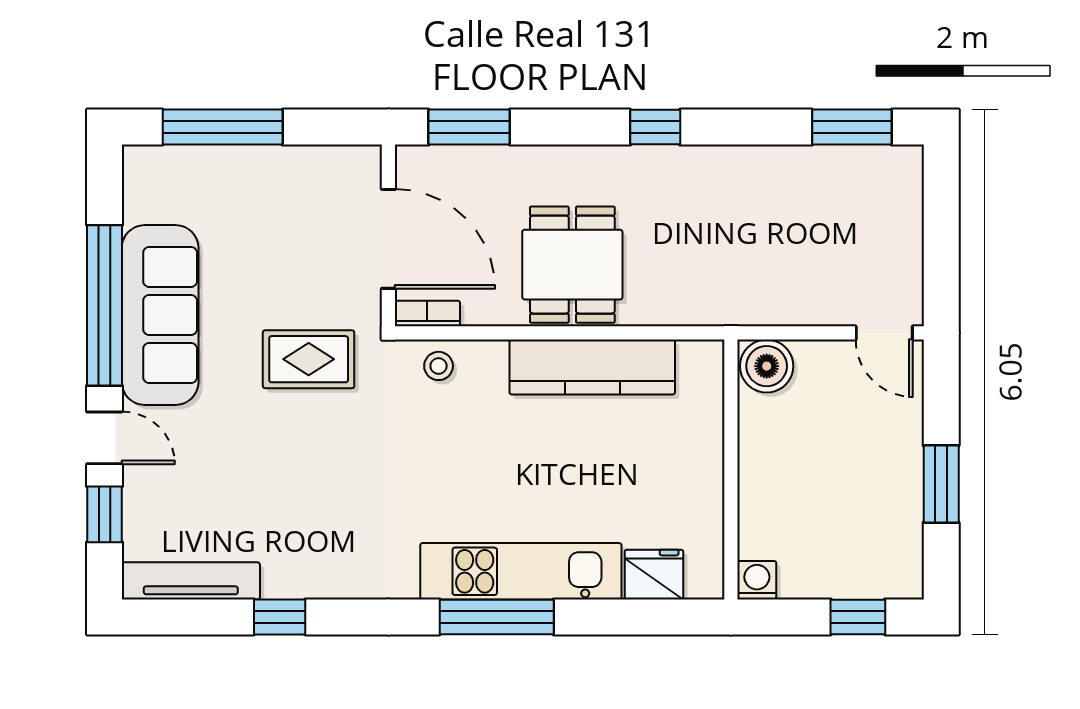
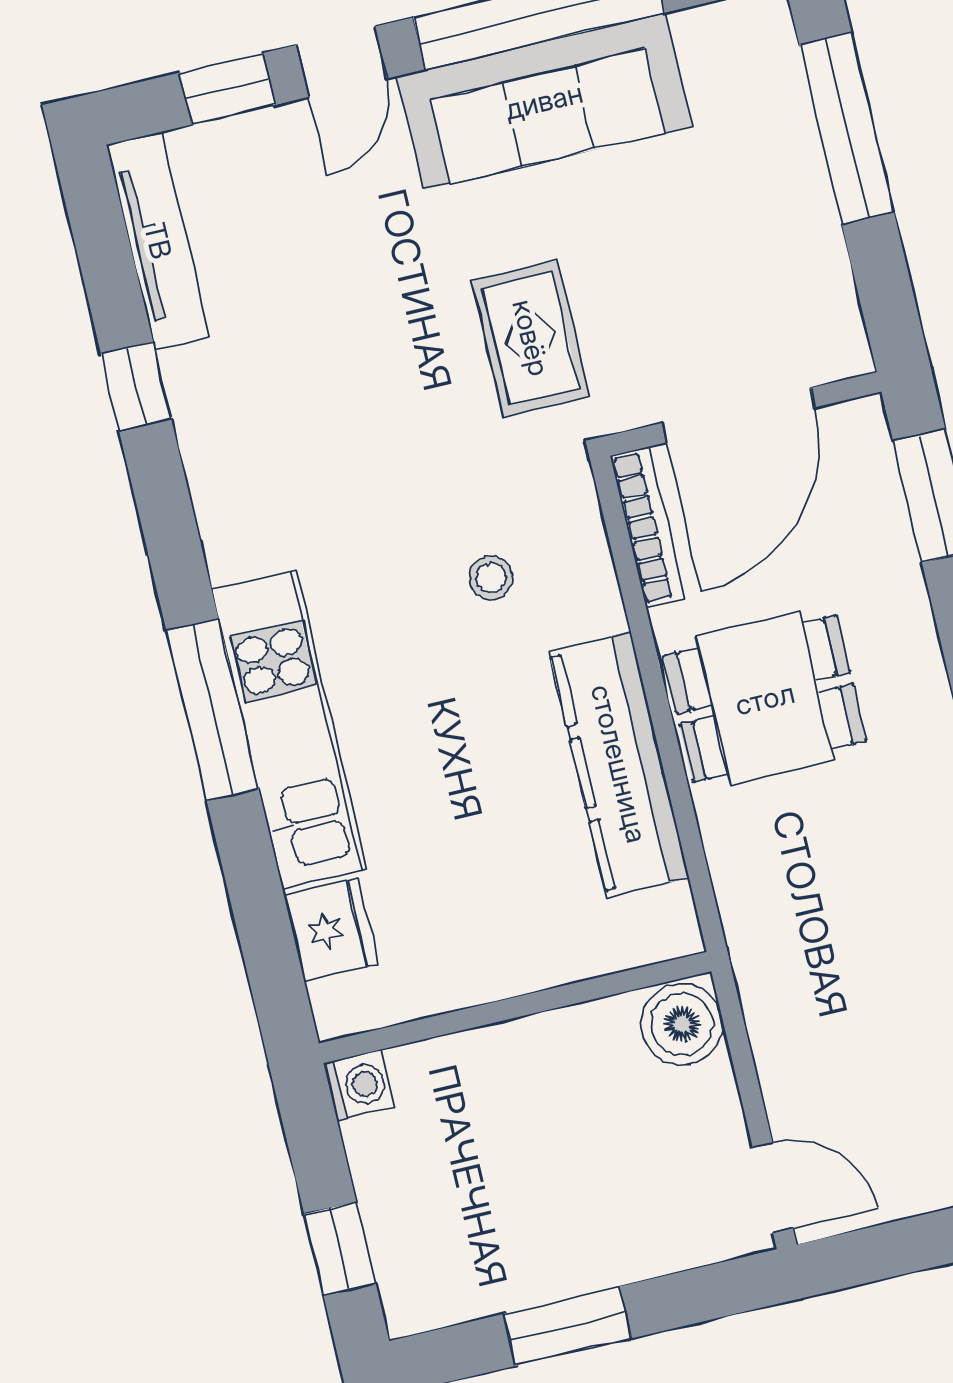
bookcase: (427, 313) -> (647, 527), width x1.56
door: (884, 333) -> (773, 1188), swing flipped
stool: (439, 366) -> (491, 578), moved

